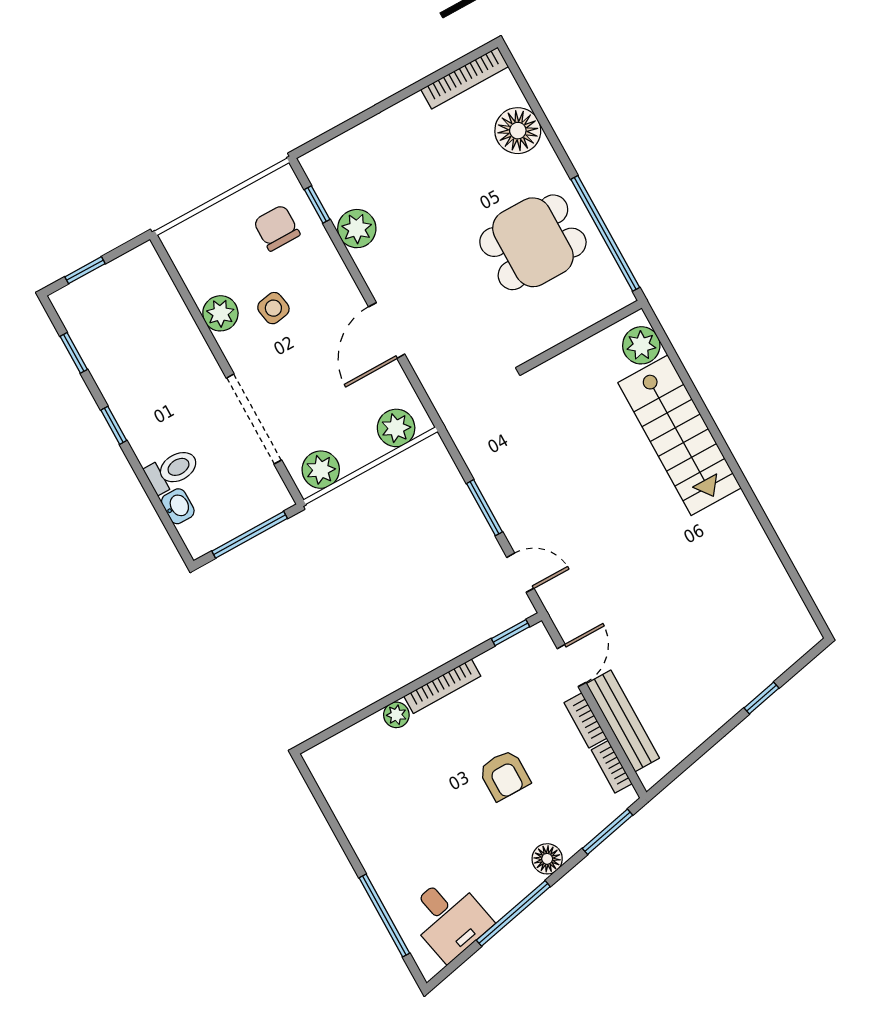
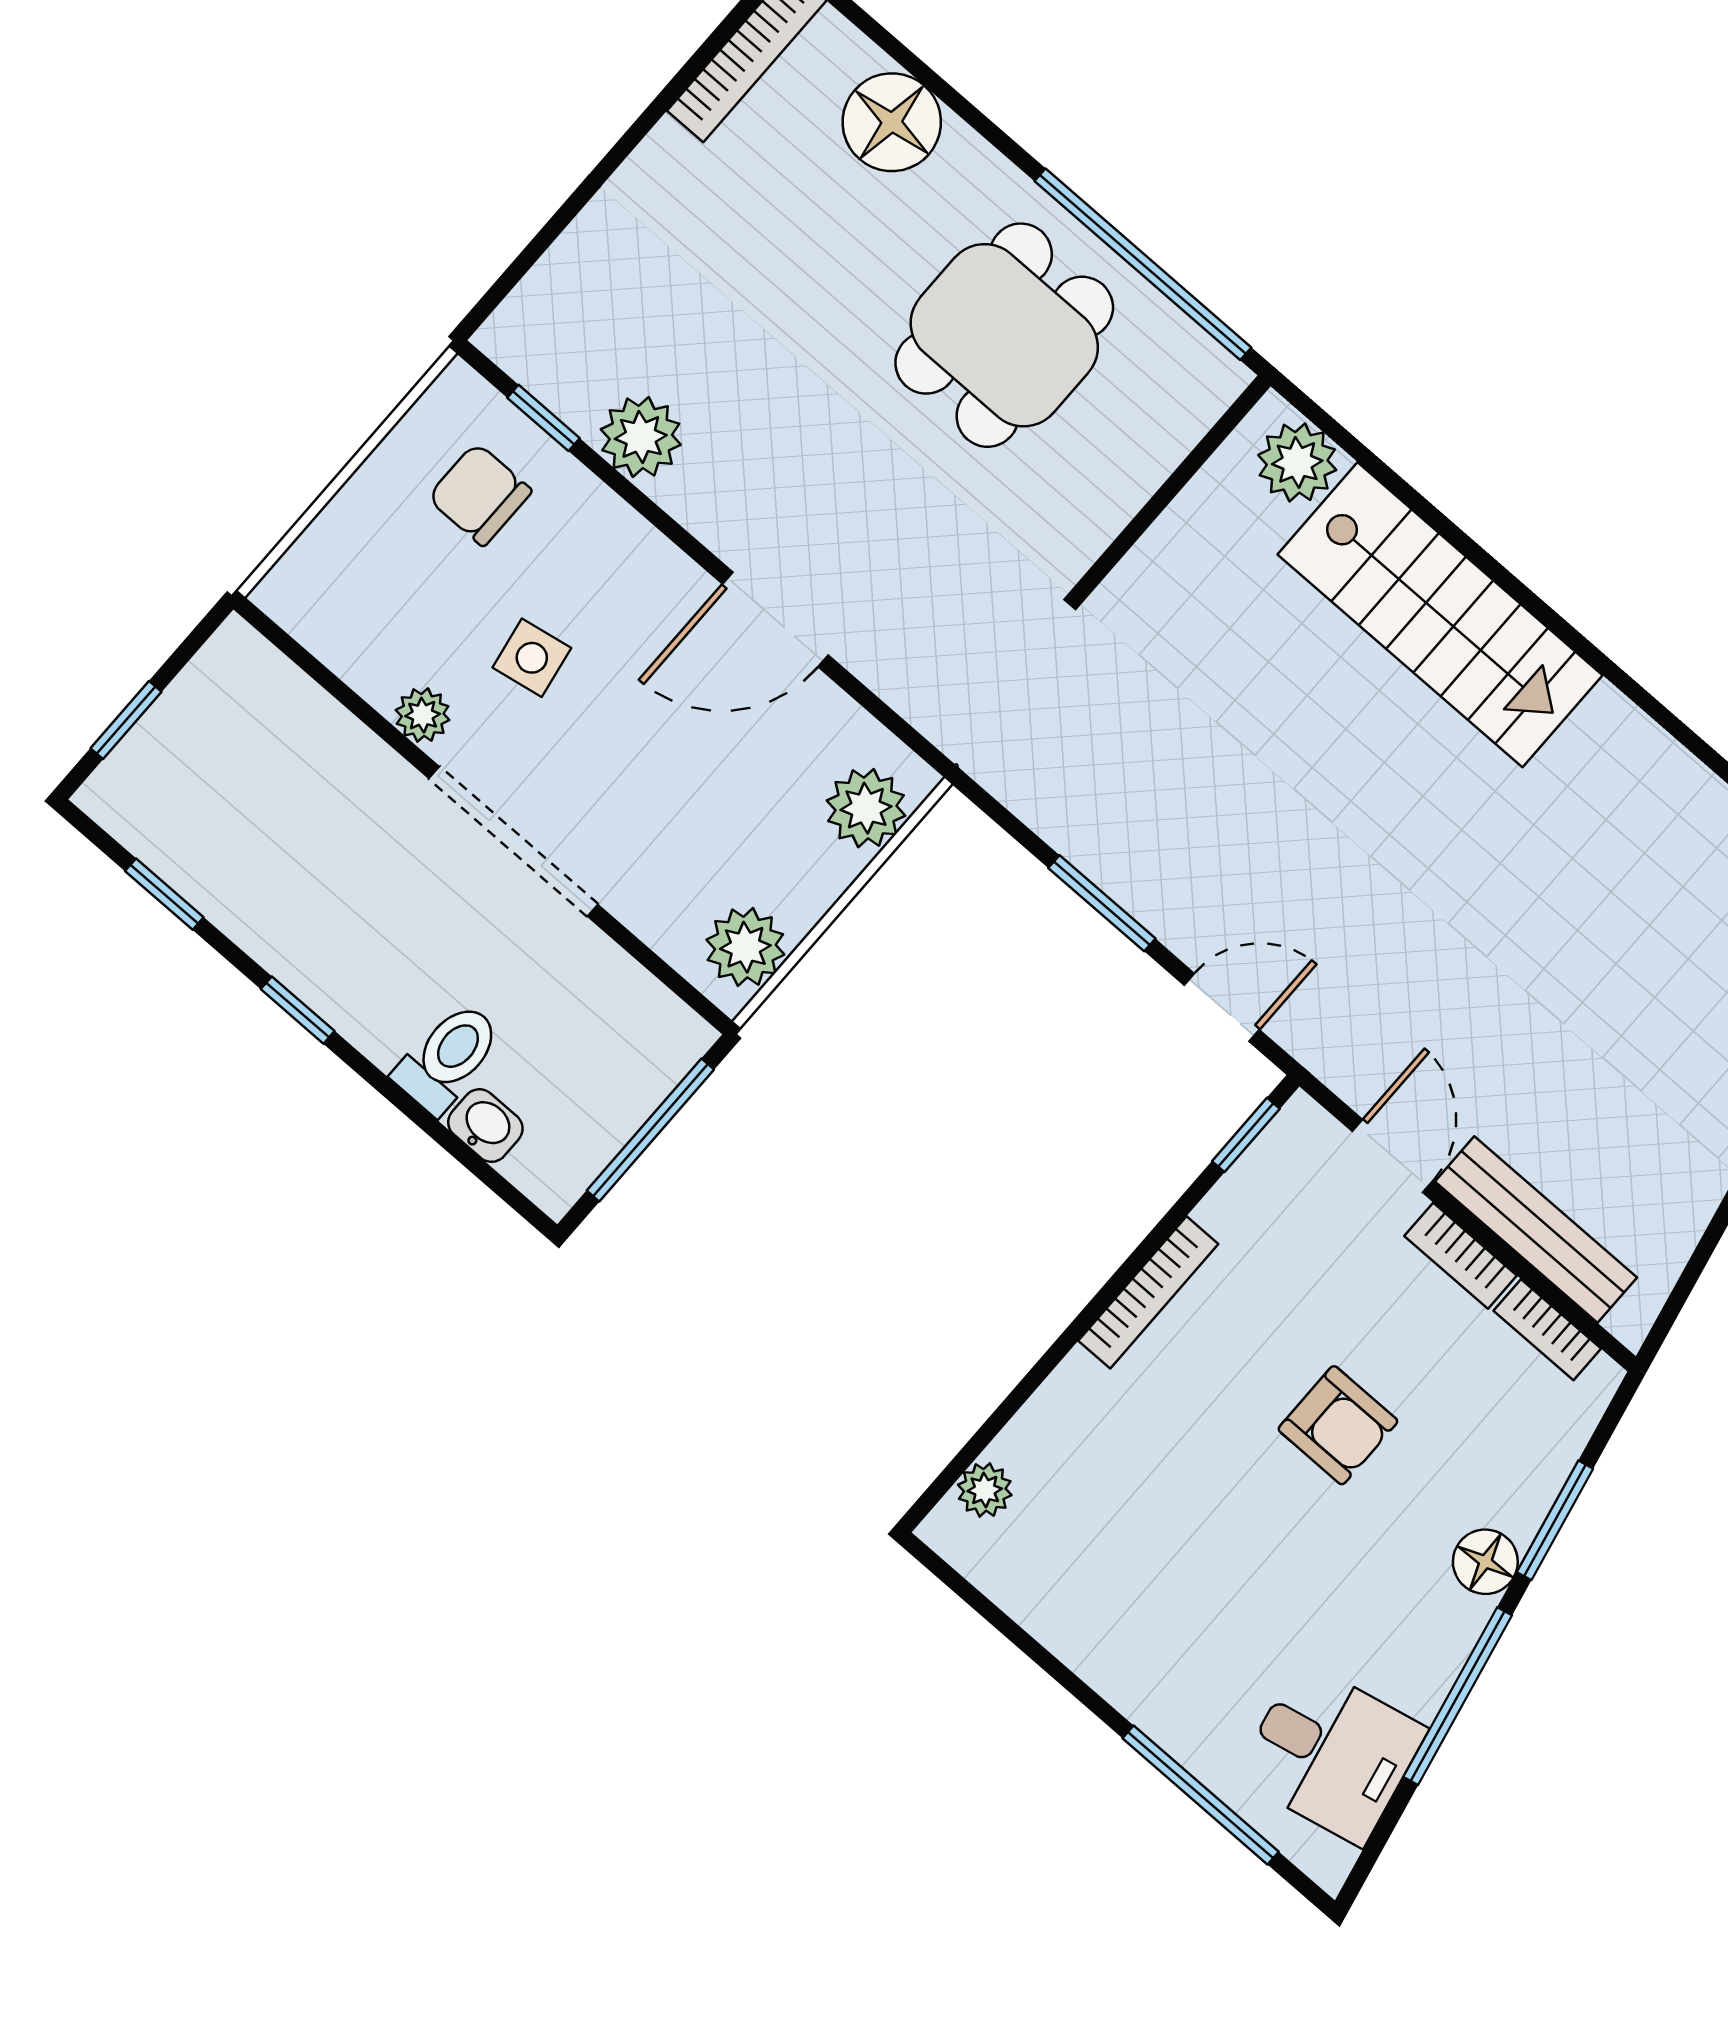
plant: (220, 313) -> (423, 715), width x0.73, depth x0.73
door: (387, 330) -> (775, 619), hinge flipped
doorway: (254, 419) -> (513, 841), moved
plant: (396, 715) -> (985, 1490), moved
window: (607, 832) -> (1555, 1520), moved

